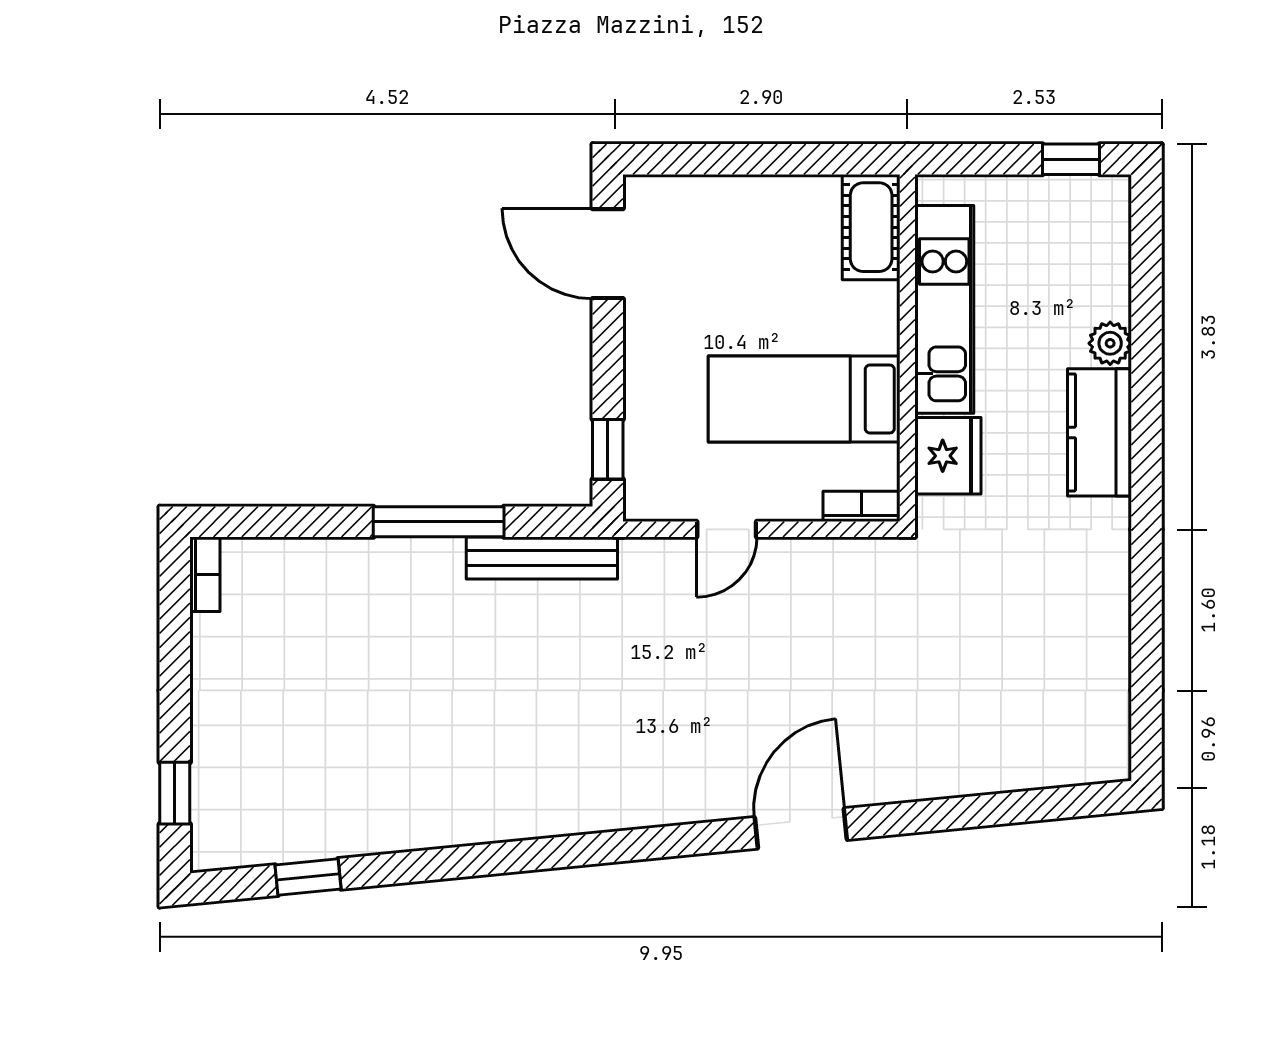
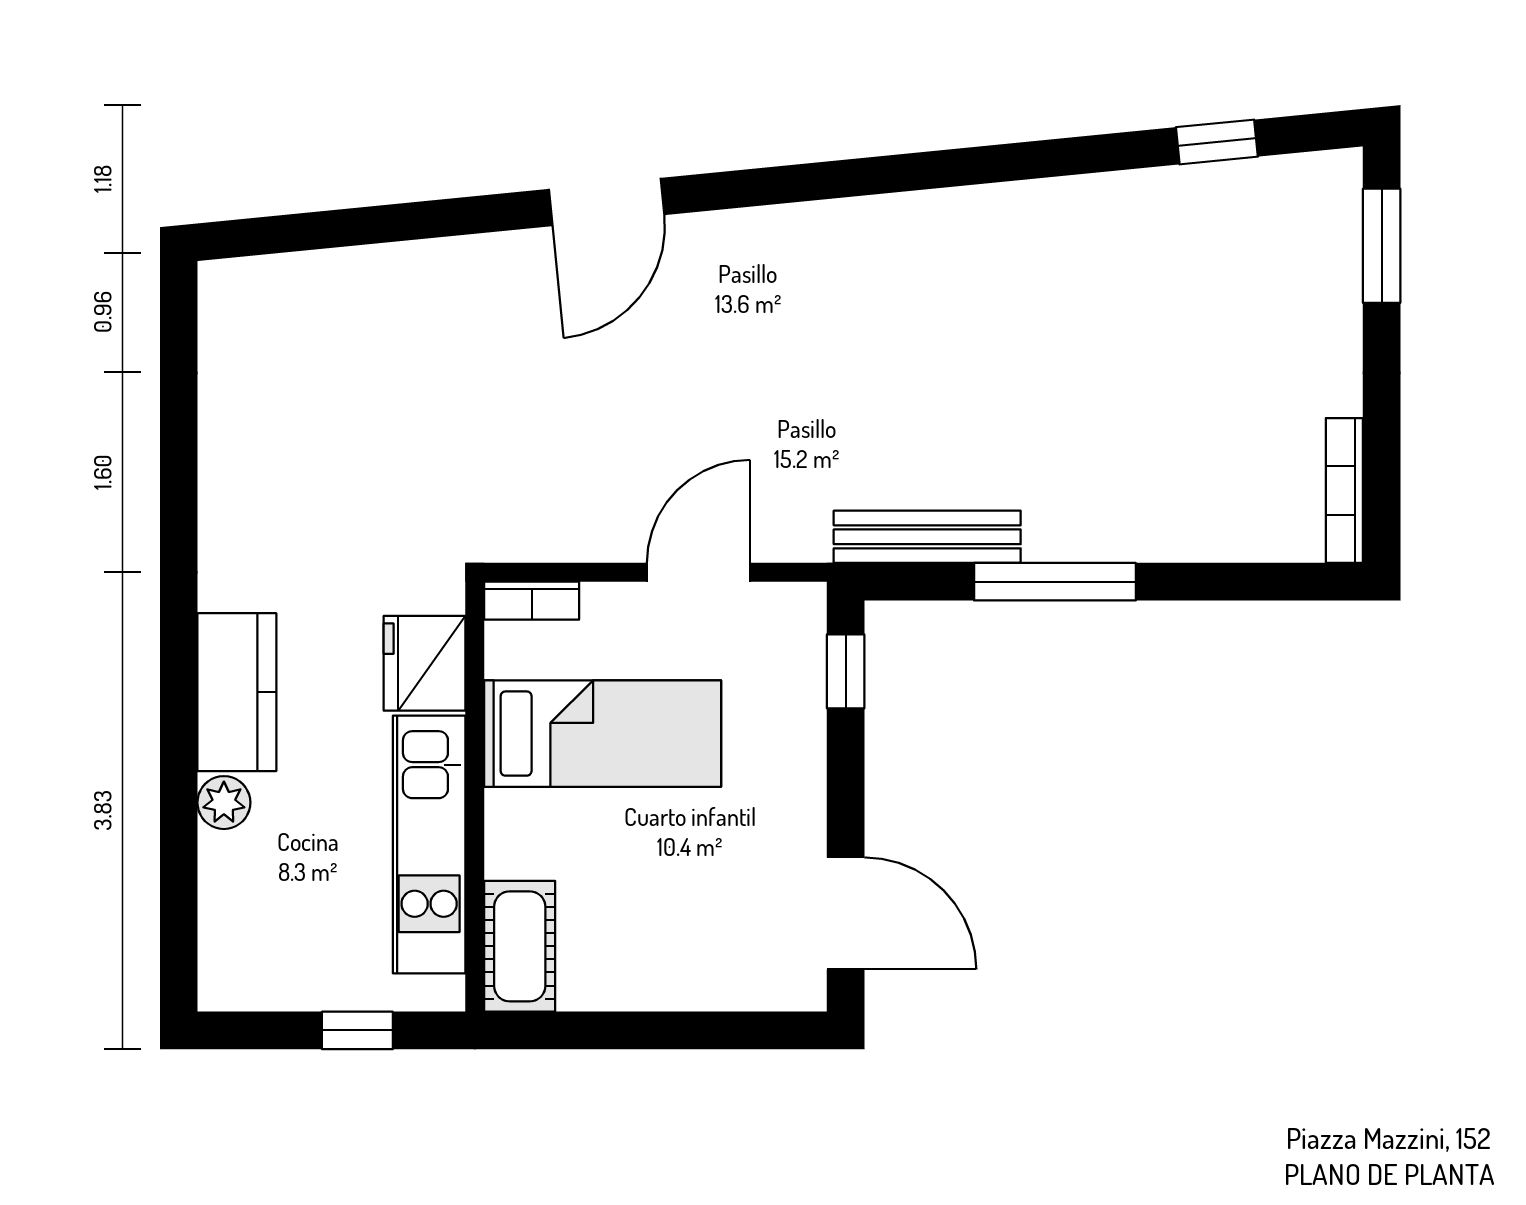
window: (1071, 159) -> (357, 1030), moved
door: (727, 529) -> (699, 572), width x1.38
bookcase: (205, 574) -> (1344, 491), width x1.56
window: (175, 793) -> (1382, 246), width x1.50

